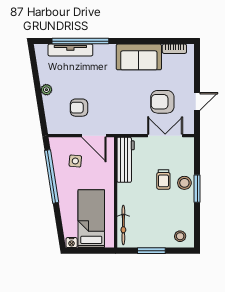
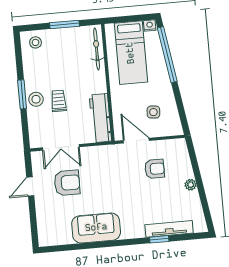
window: (80, 41) -> (159, 239), width x0.32
bookcase: (174, 49) -> (59, 240), removed
window: (52, 176) -> (167, 55), moved

